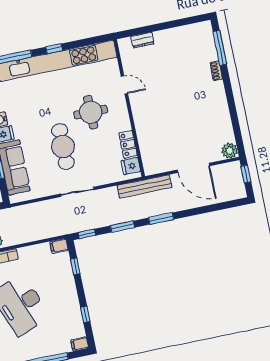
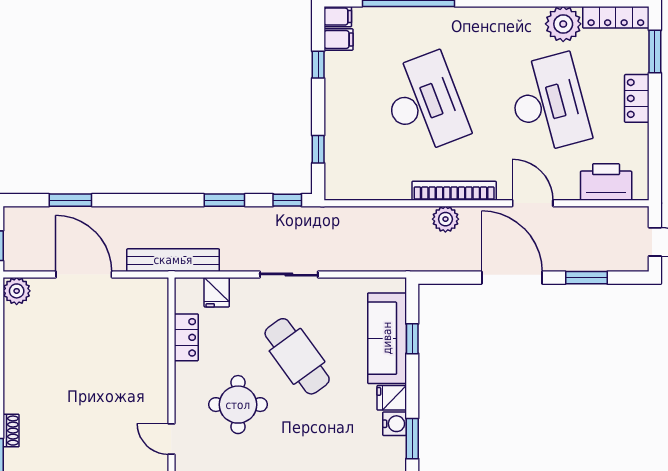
cafe table: (63, 147) -> (297, 356), turned -36
fridge: (131, 166) -> (217, 292), moved, turned 90
window: (161, 219) -> (70, 200), moved
filing cabinet: (59, 246) -> (338, 40), moved

